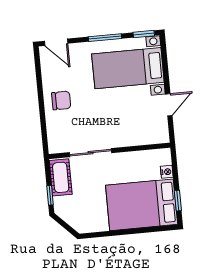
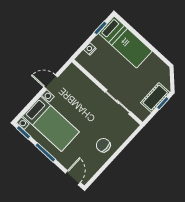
cot: (61, 177) -> (155, 98), moved
bed: (142, 205) -> (125, 42), width x0.67

